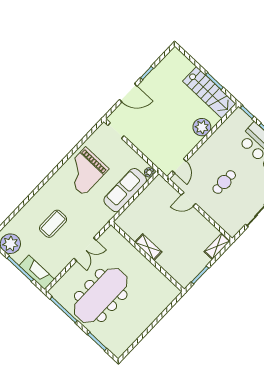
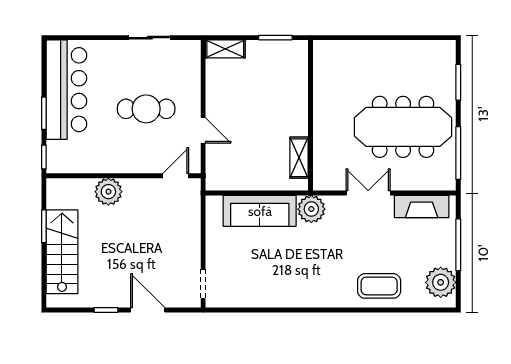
stairs: (209, 92) -> (62, 252), moved
grand piano: (85, 171) -> (282, 276), removed
plant: (149, 172) -> (311, 209), moved, width x1.87, depth x1.87
cafe table: (224, 182) -> (146, 109), width x1.37, depth x1.35
coffee table: (53, 224) -> (379, 286), moved
shelving: (148, 247) -> (299, 158), moved
fireplace: (37, 272) -> (422, 207), moved, turned -90

